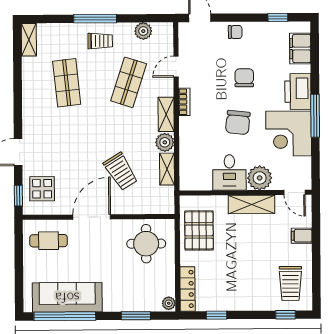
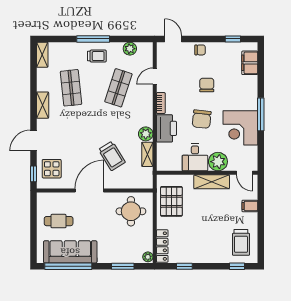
printer: (298, 92) -> (166, 128), moved, turned 180
shelving: (166, 114) -> (43, 105), moved
cafe table: (49, 241) -> (59, 221), moved

